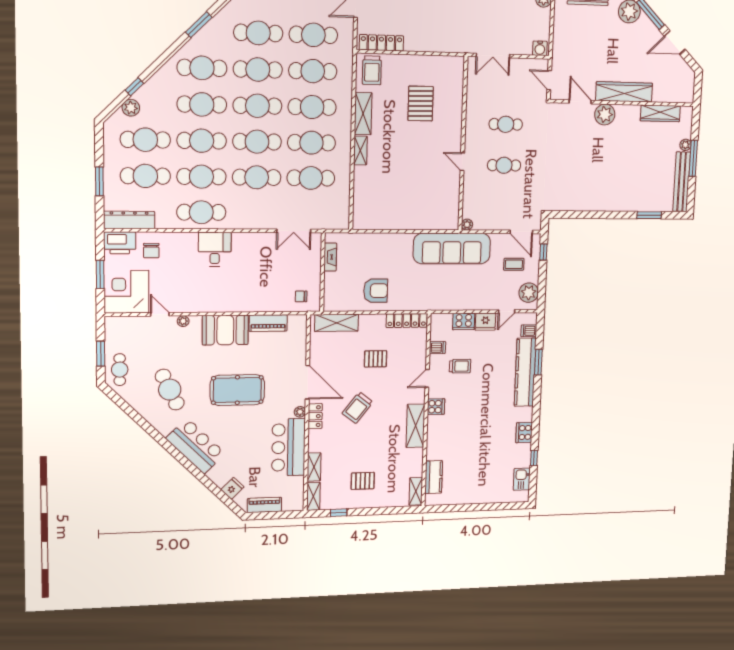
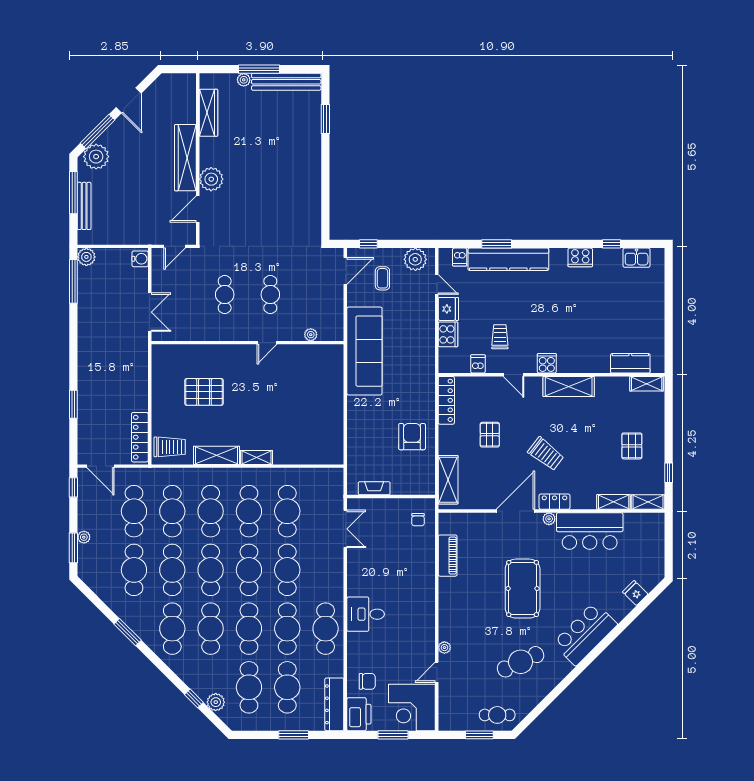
plant: (467, 225) -> (311, 335), moved
booth: (225, 330) -> (455, 602), removed
piano: (264, 505) -> (656, 557), removed

